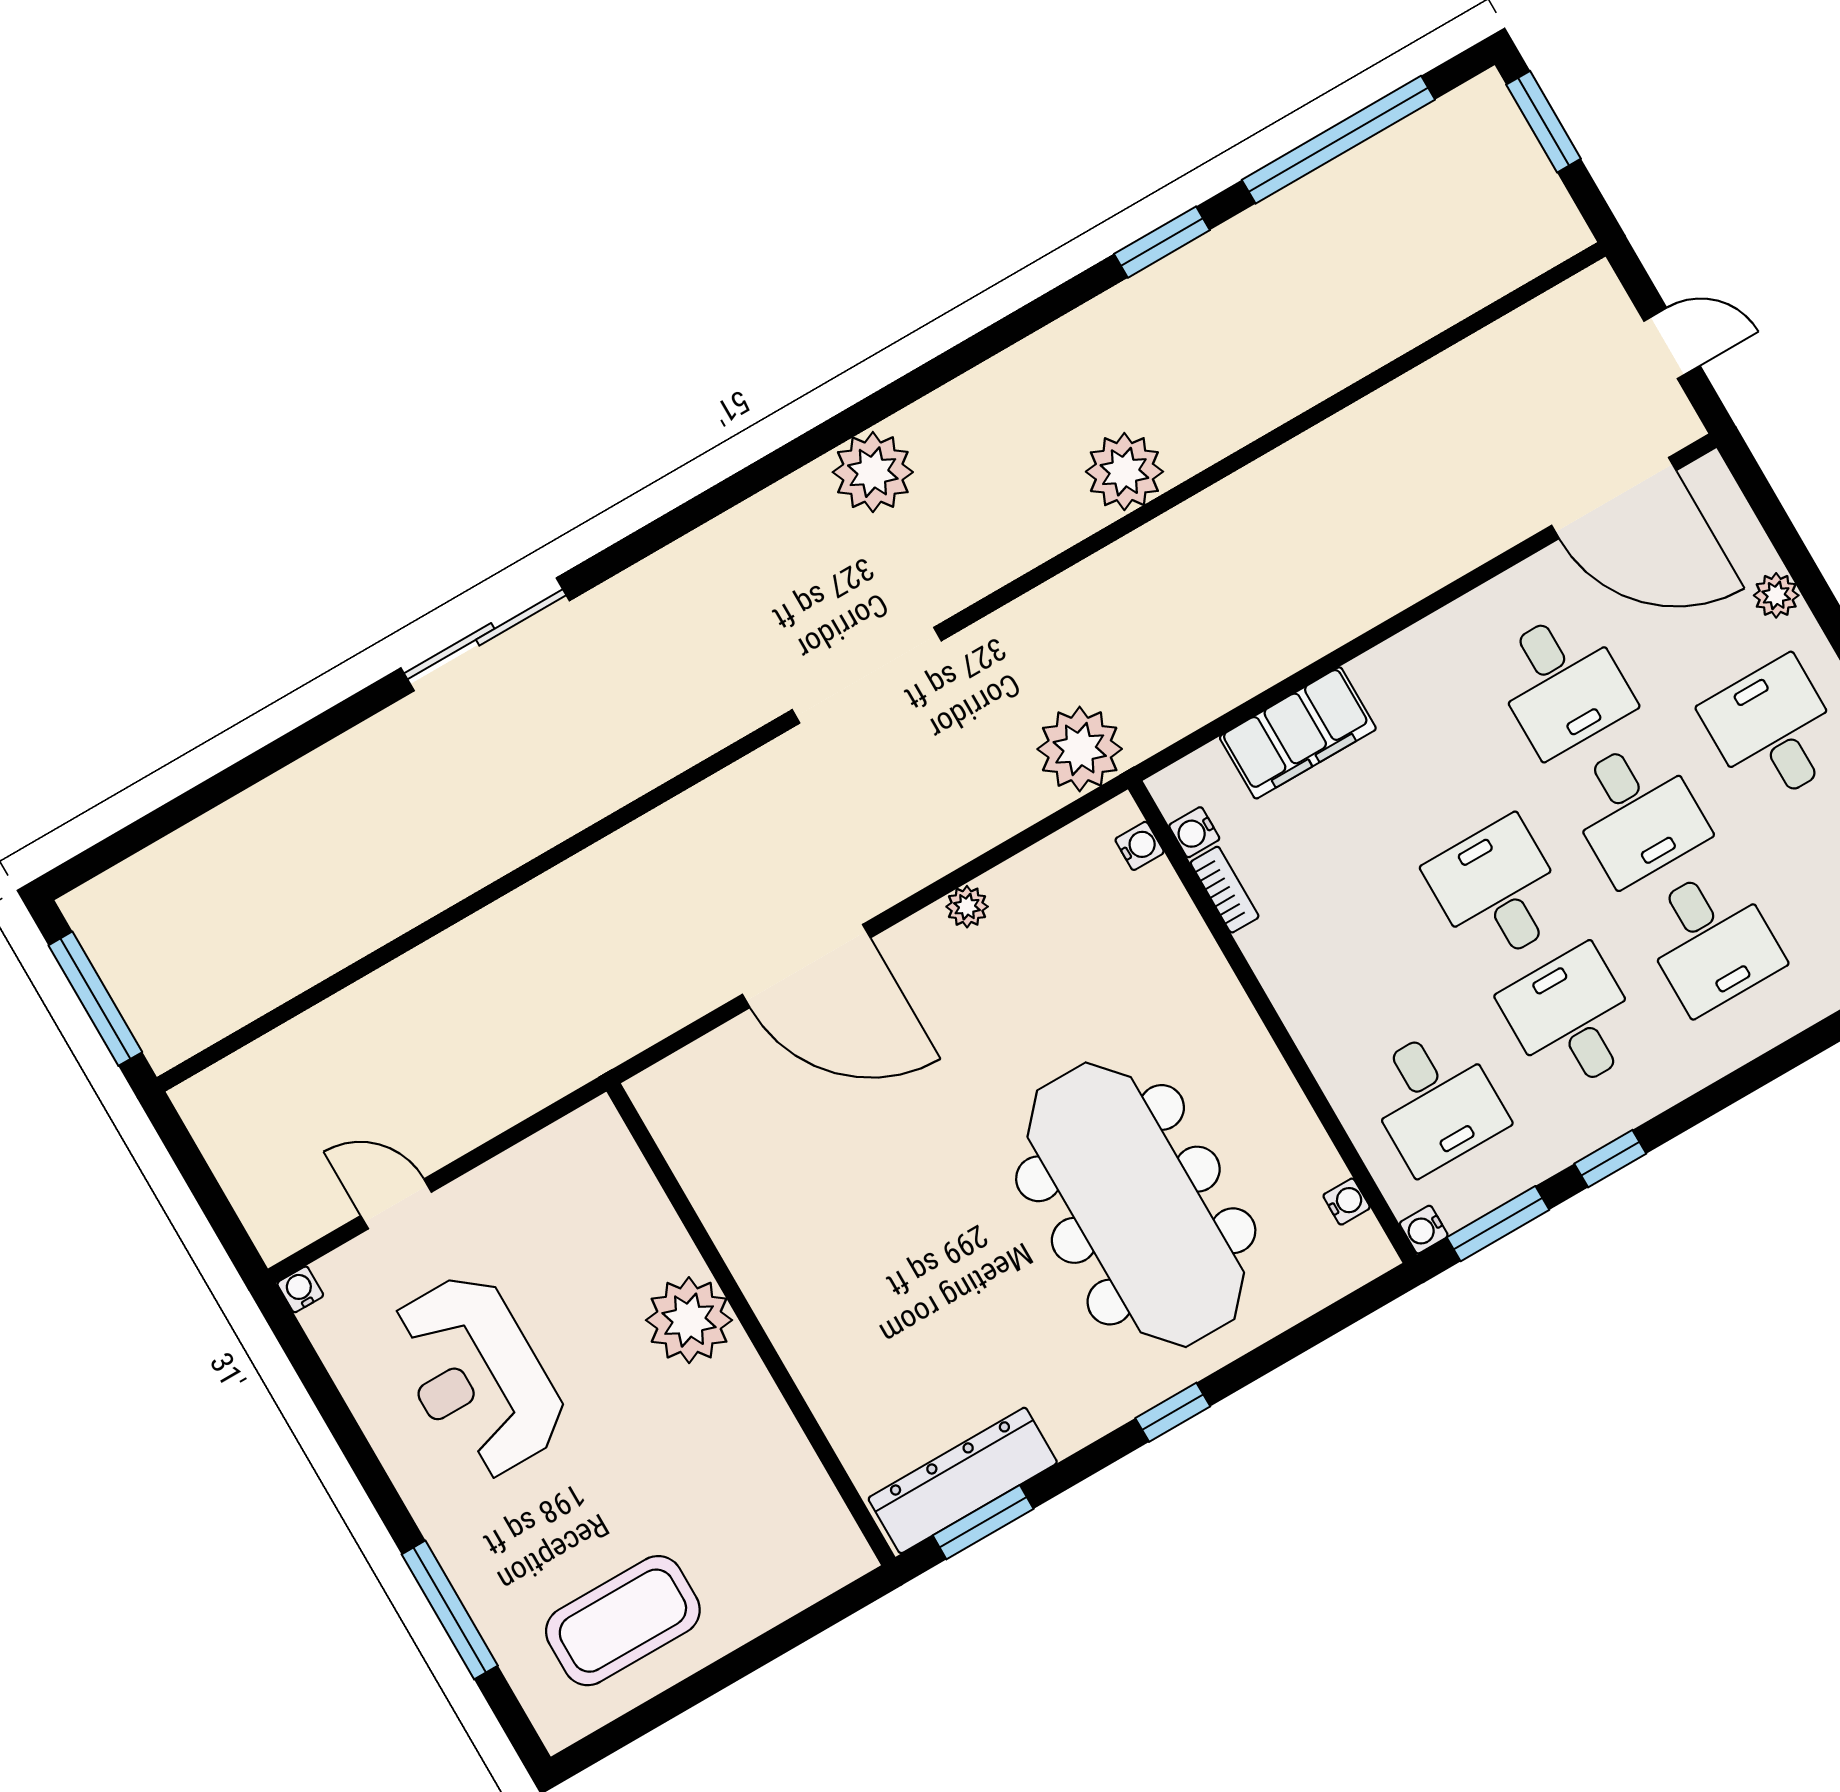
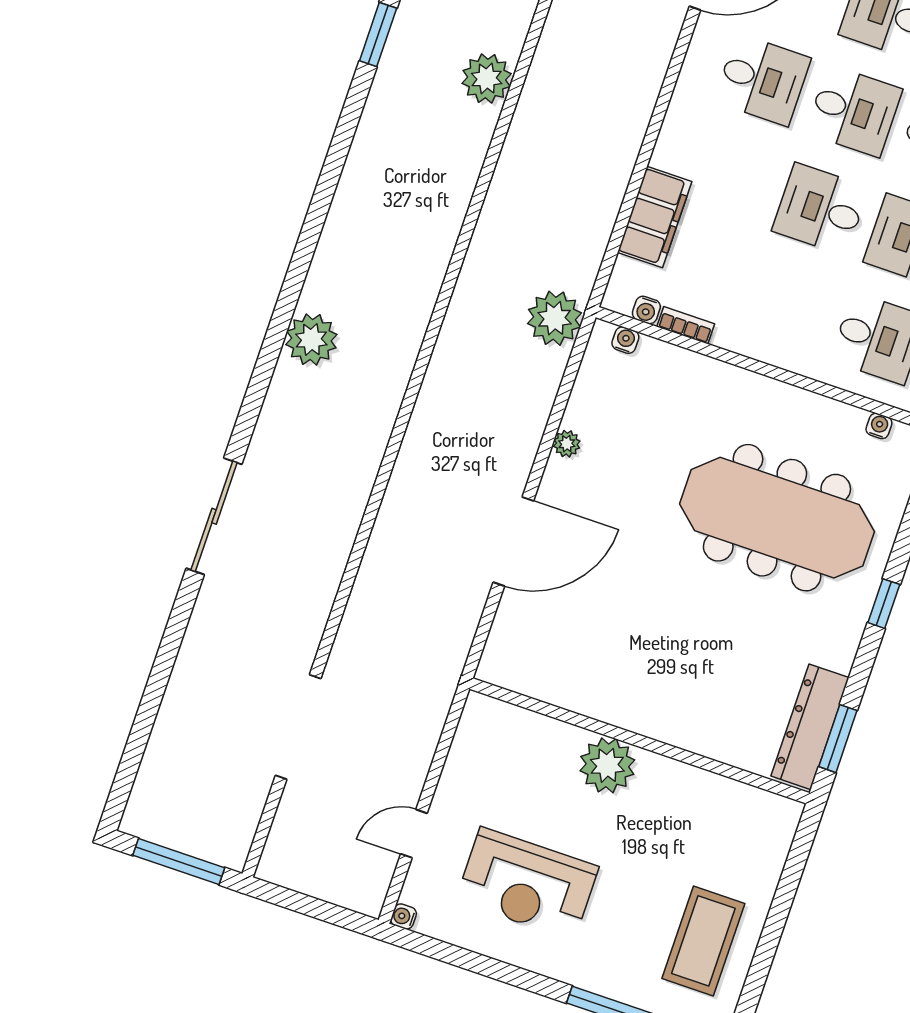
plant: (873, 472) -> (311, 340), moved
plant: (1124, 472) -> (487, 78), moved
doorway: (867, 675) -> (298, 727), moved

